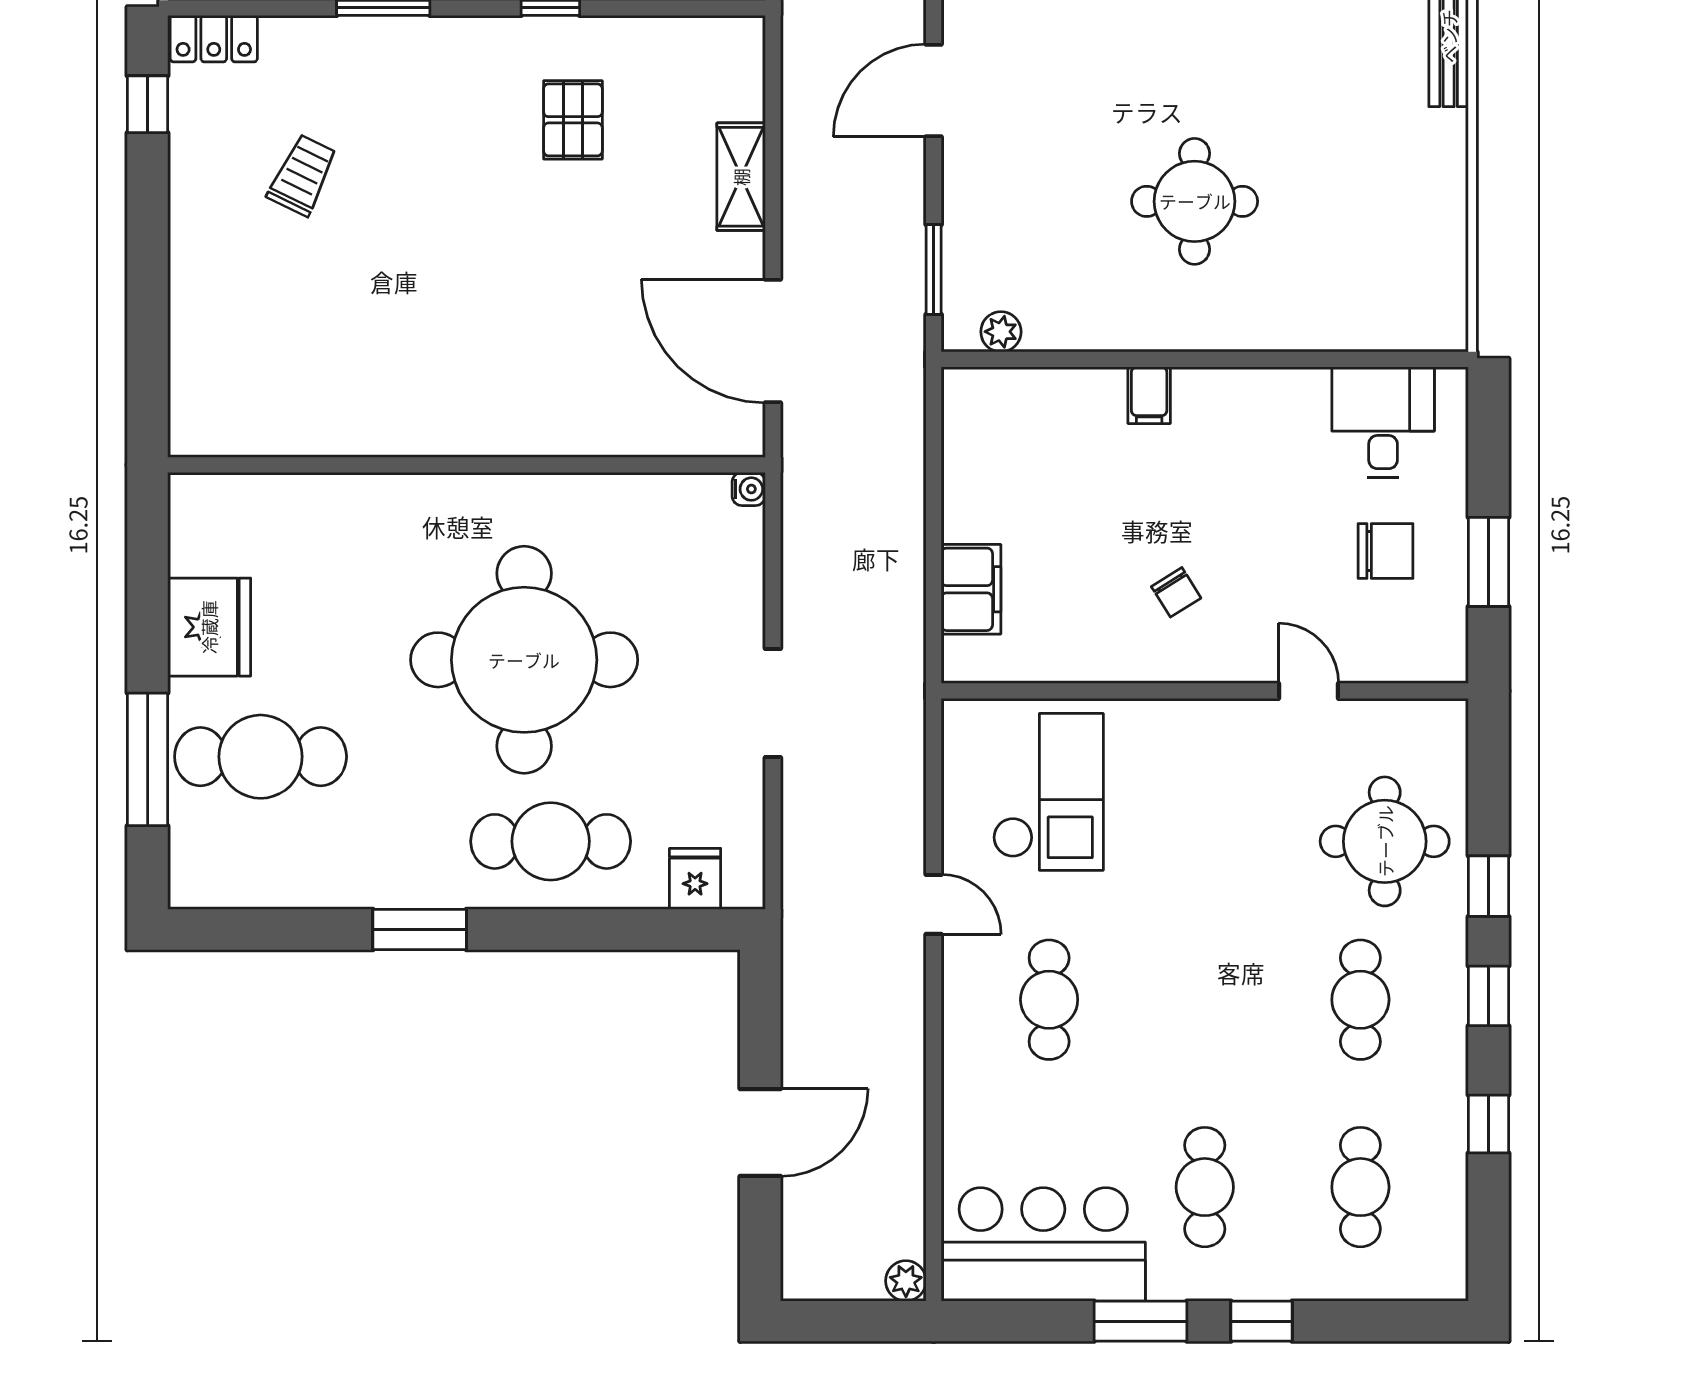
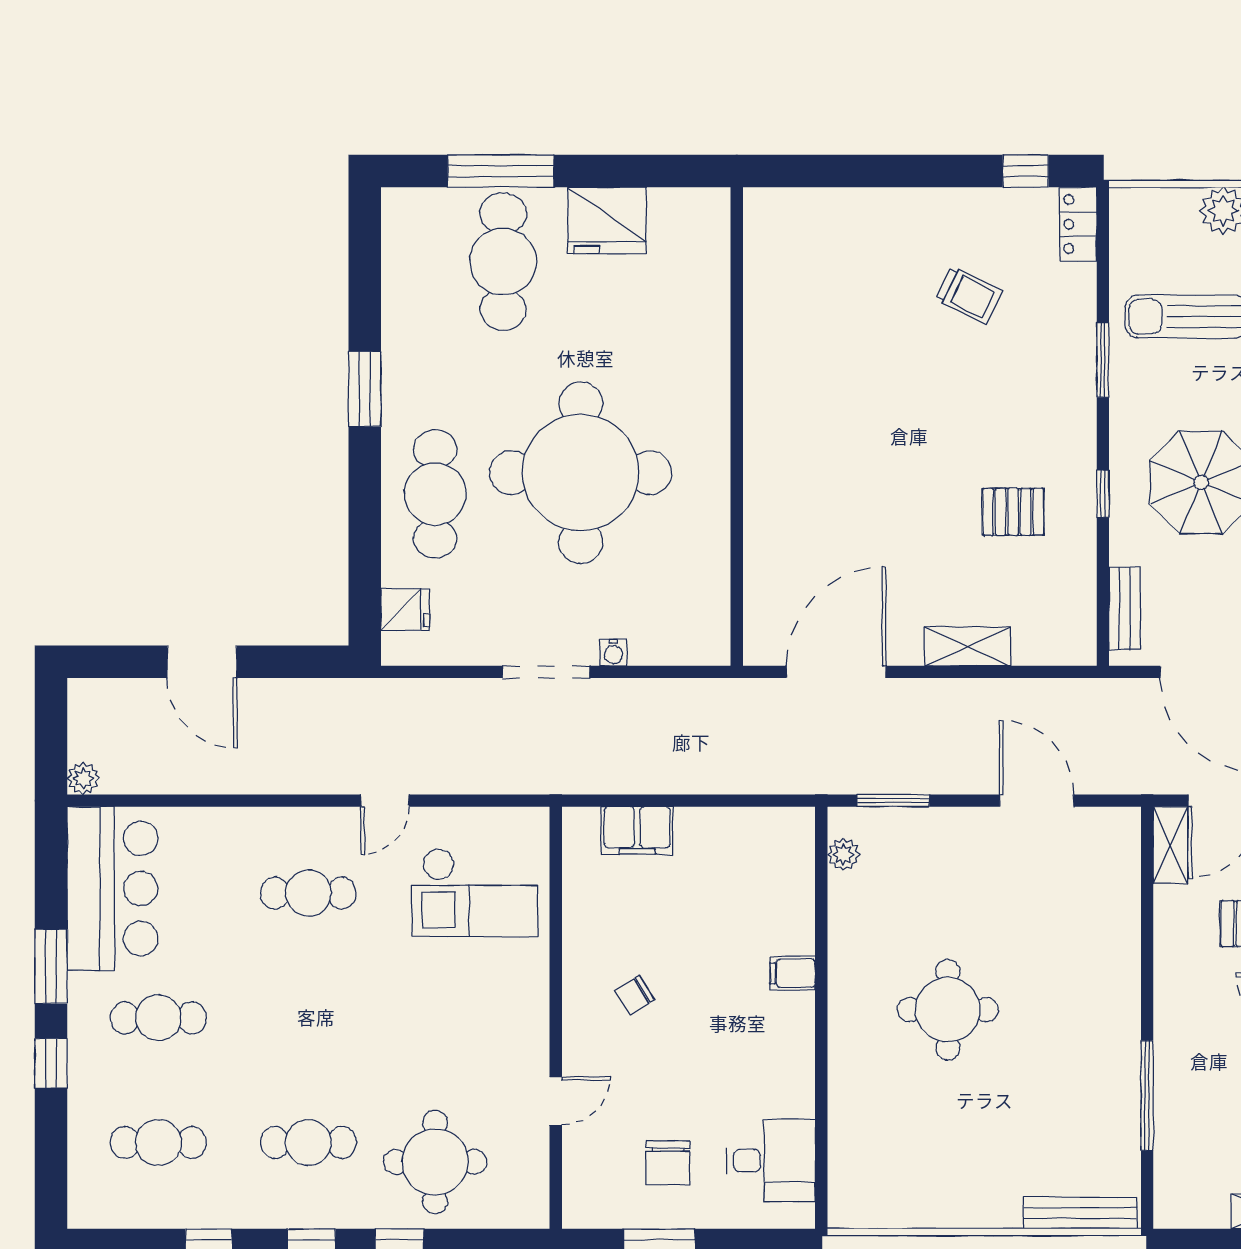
water cooler: (749, 489) -> (613, 653), moved

